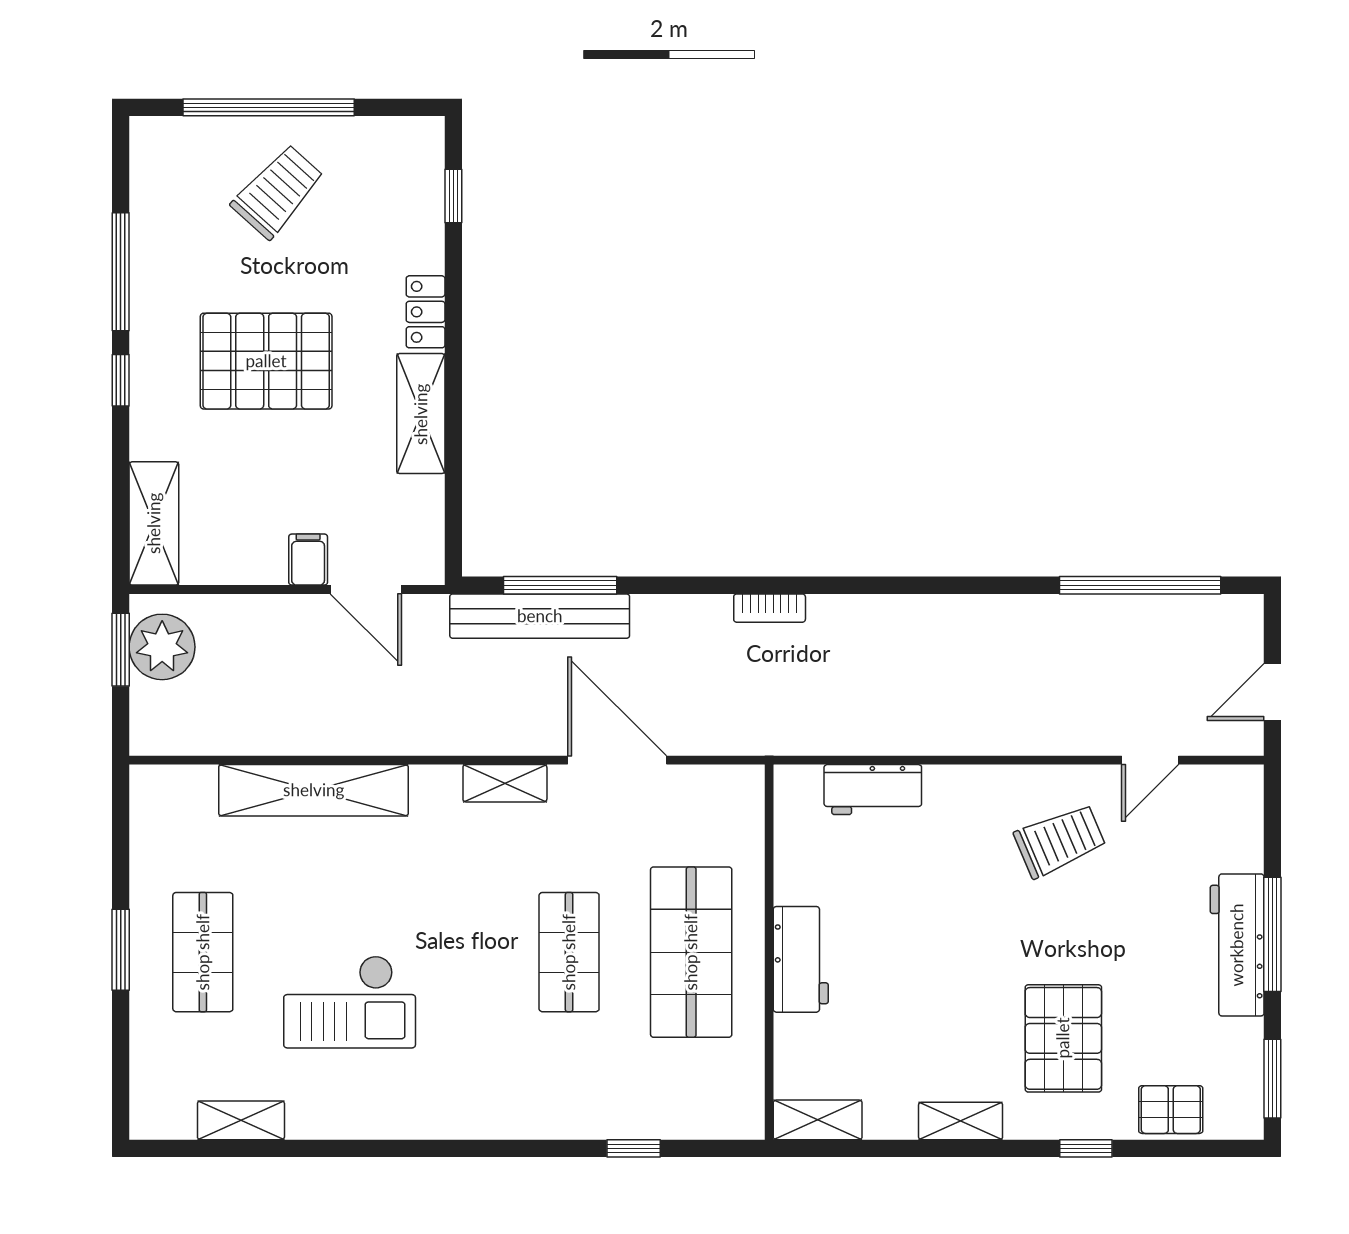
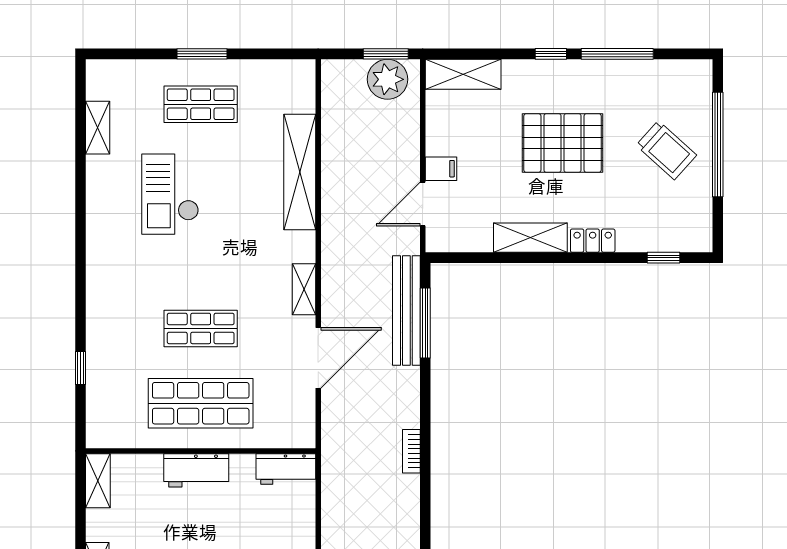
pallet: (266, 361) -> (562, 143), turned 90
workbench: (873, 790) -> (286, 469), moved, turned -90

